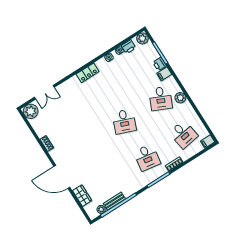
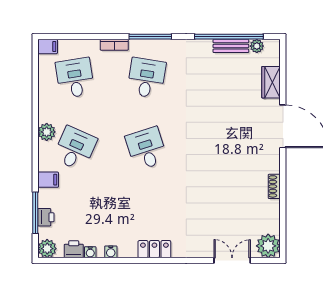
printer: (160, 64) -> (46, 217), moved
desk: (124, 122) -> (146, 149), turned -39

